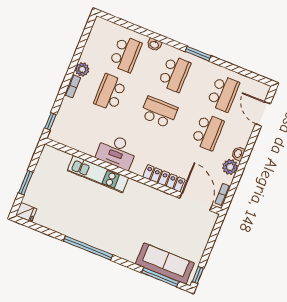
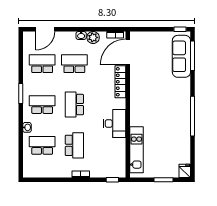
plant: (82, 69) -> (66, 172), removed
school desk: (110, 92) -> (74, 145), turned -90
kitchen unit: (98, 174) -> (137, 150), moved

